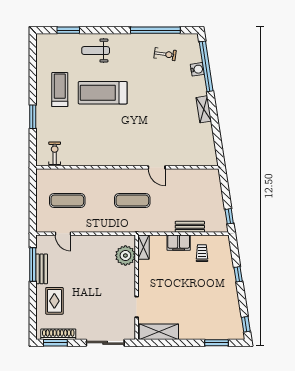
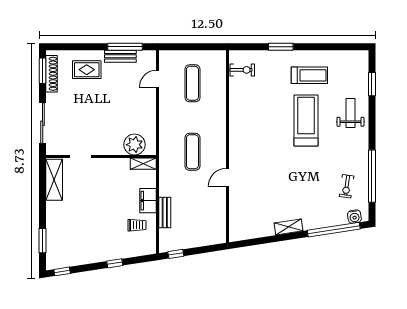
water cooler: (197, 69) -> (354, 217), moved

